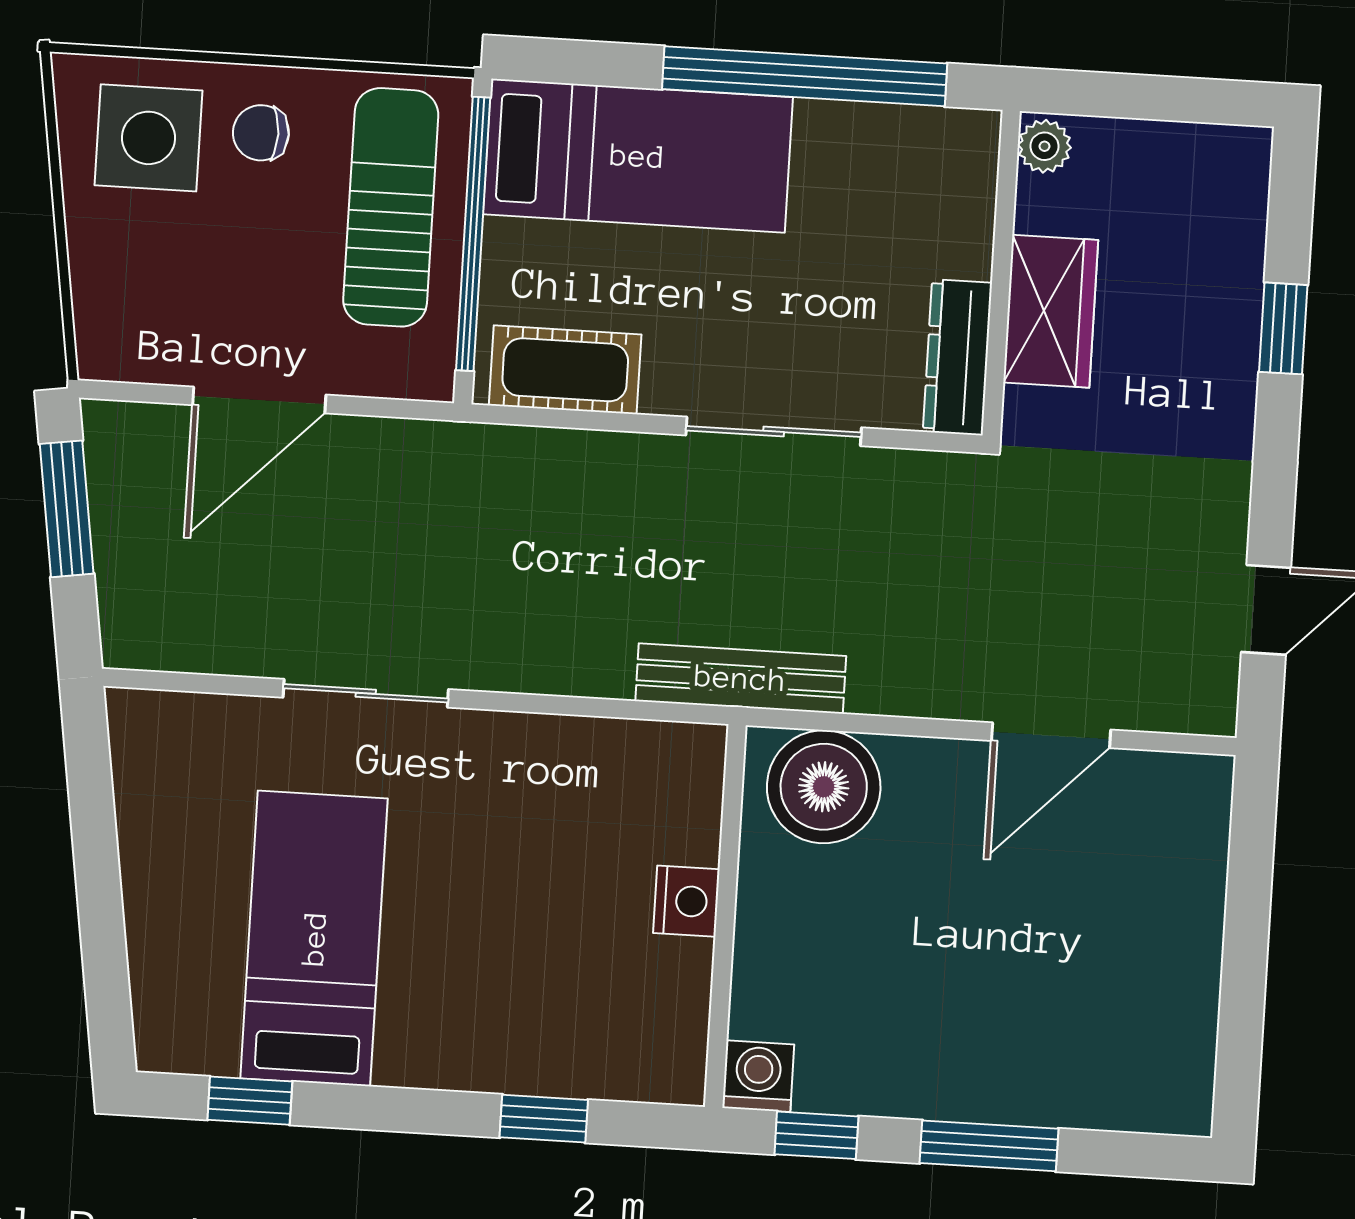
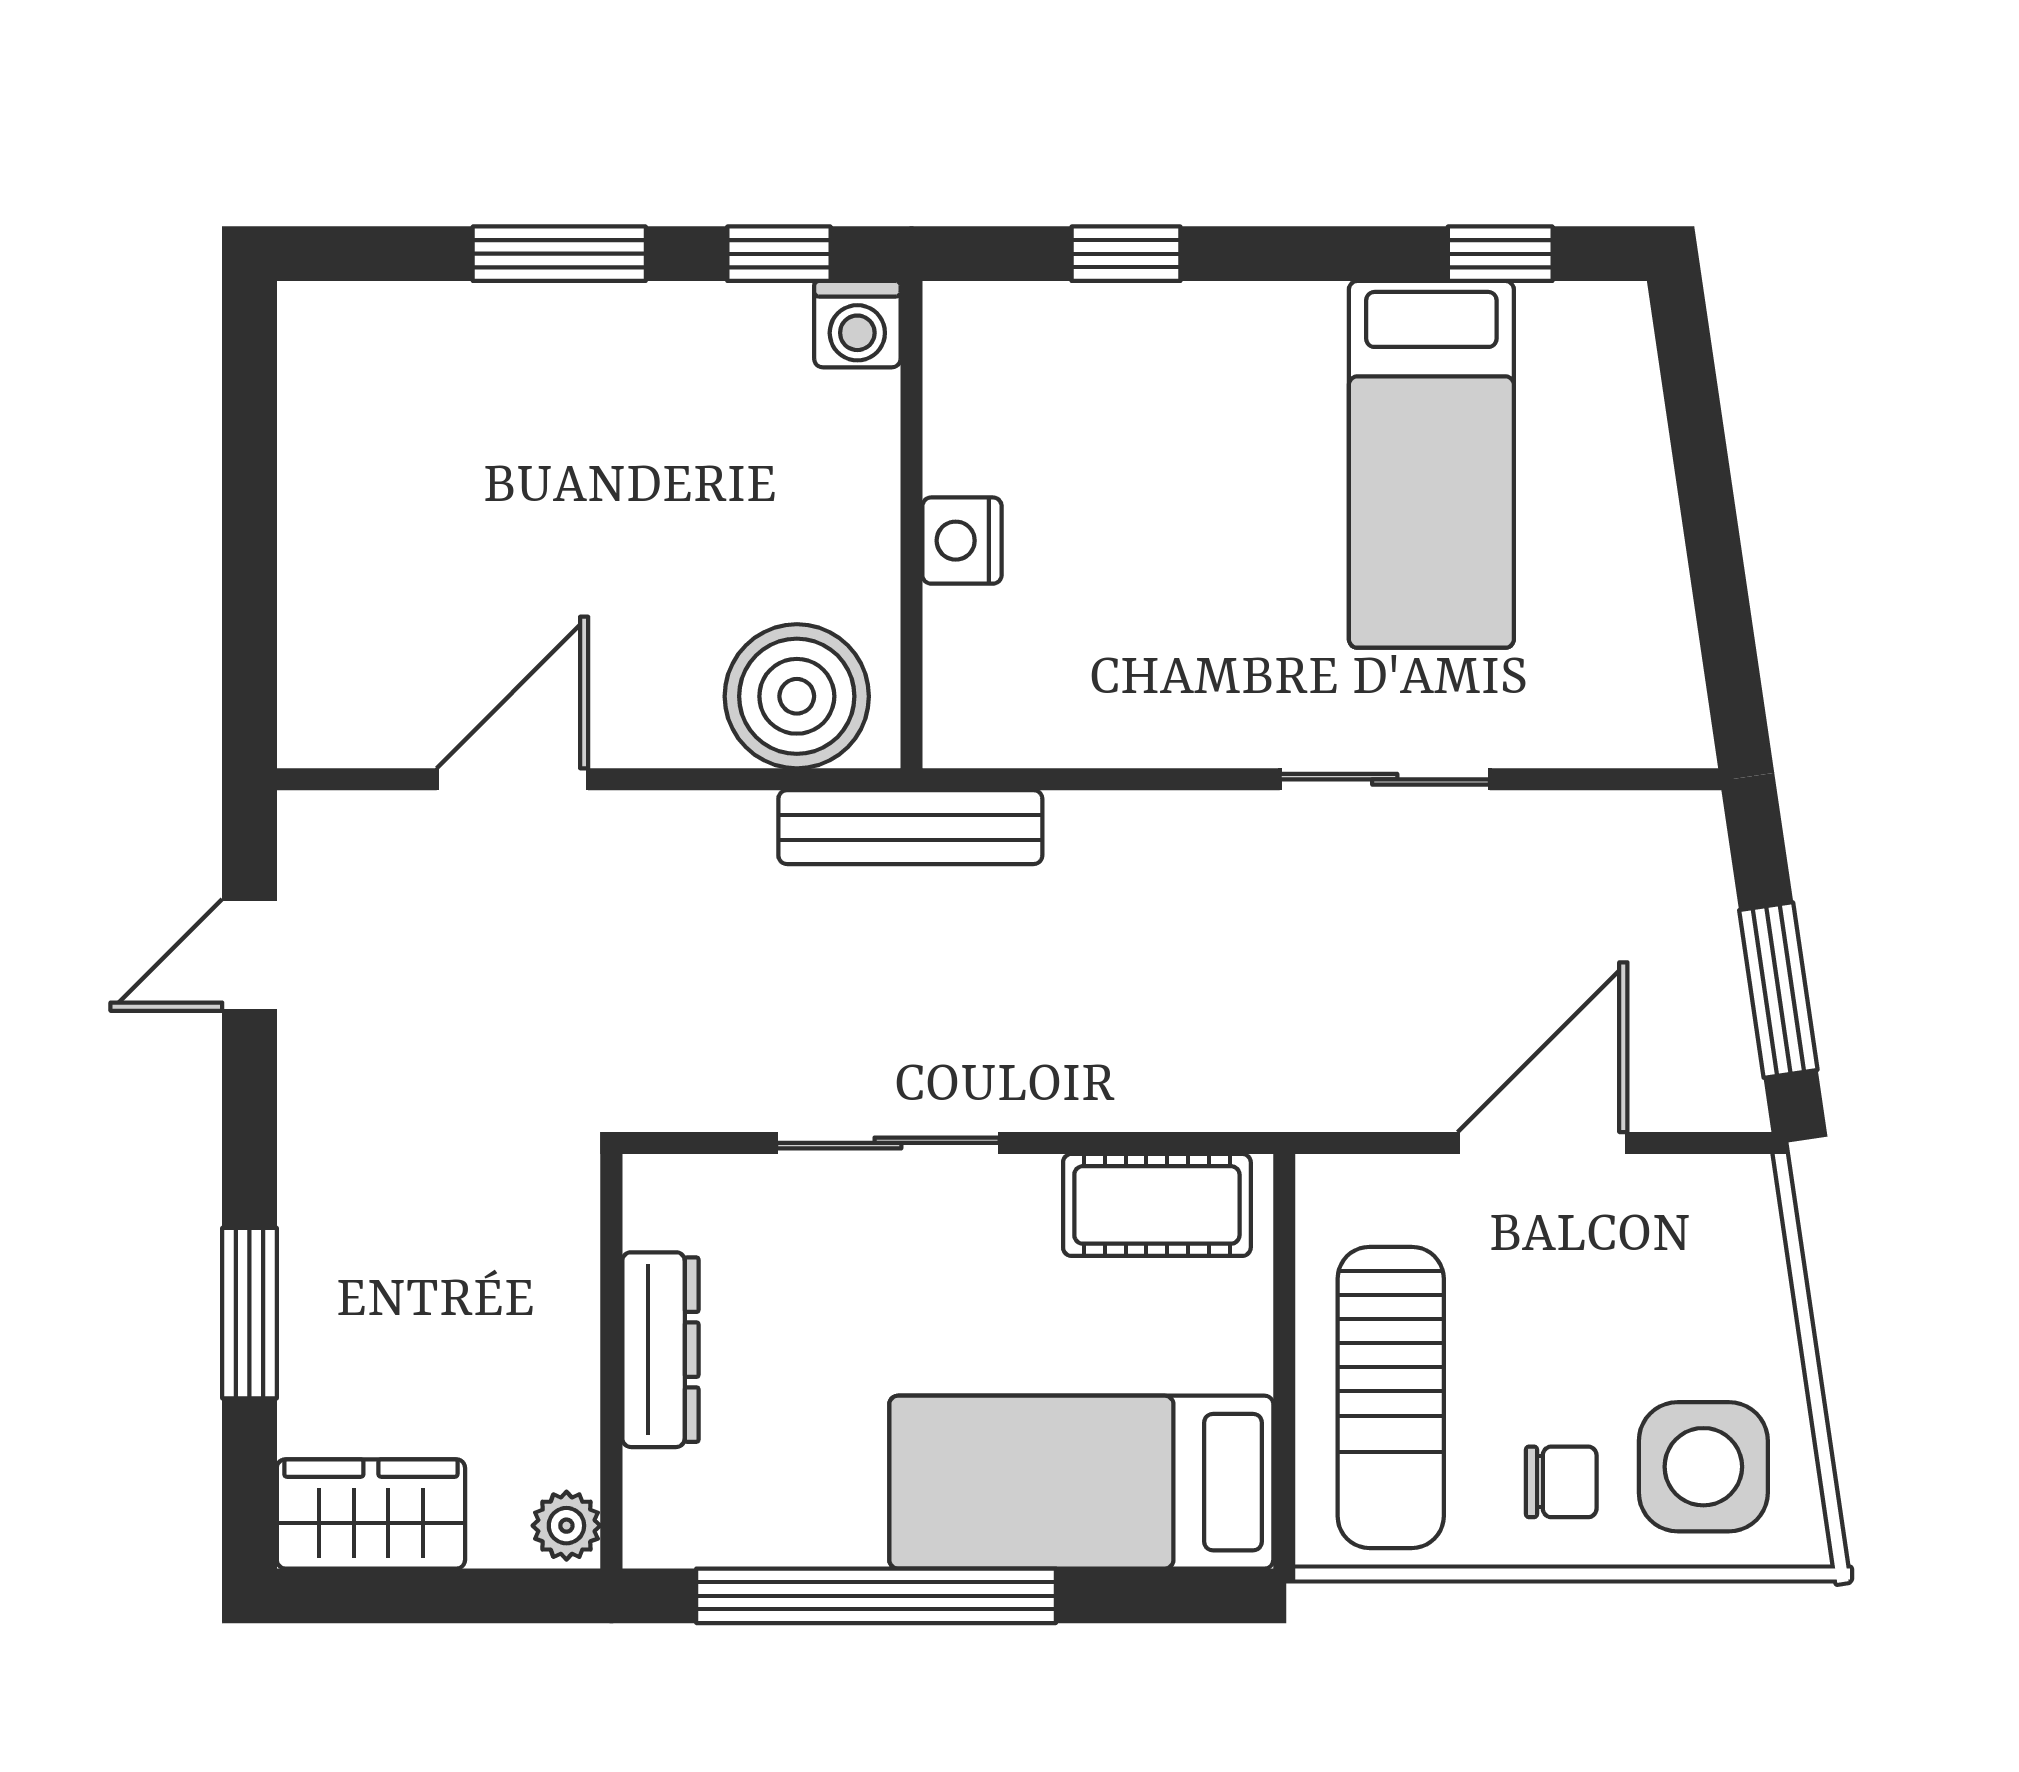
window: (473, 234) -> (1284, 1370), removed
wardrobe: (1051, 311) -> (371, 1514), moved, turned 90
window: (1283, 328) -> (249, 1313), width x1.50
dresser: (957, 357) -> (660, 1350), moved

